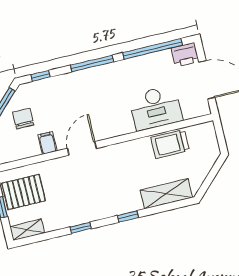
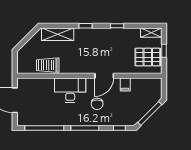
printer: (185, 55) -> (25, 119), removed
desk: (156, 108) -> (70, 90), moved
chair: (23, 118) -> (97, 104), moved
trolley: (170, 144) -> (48, 65), turned 180

